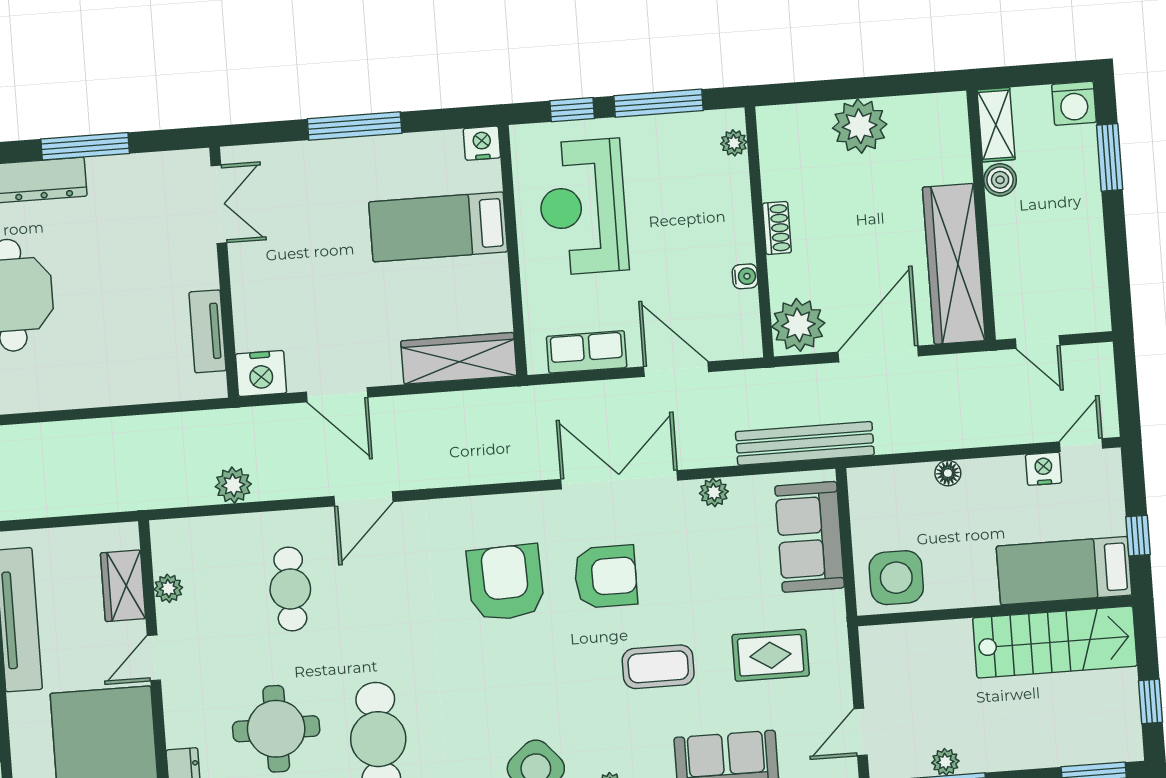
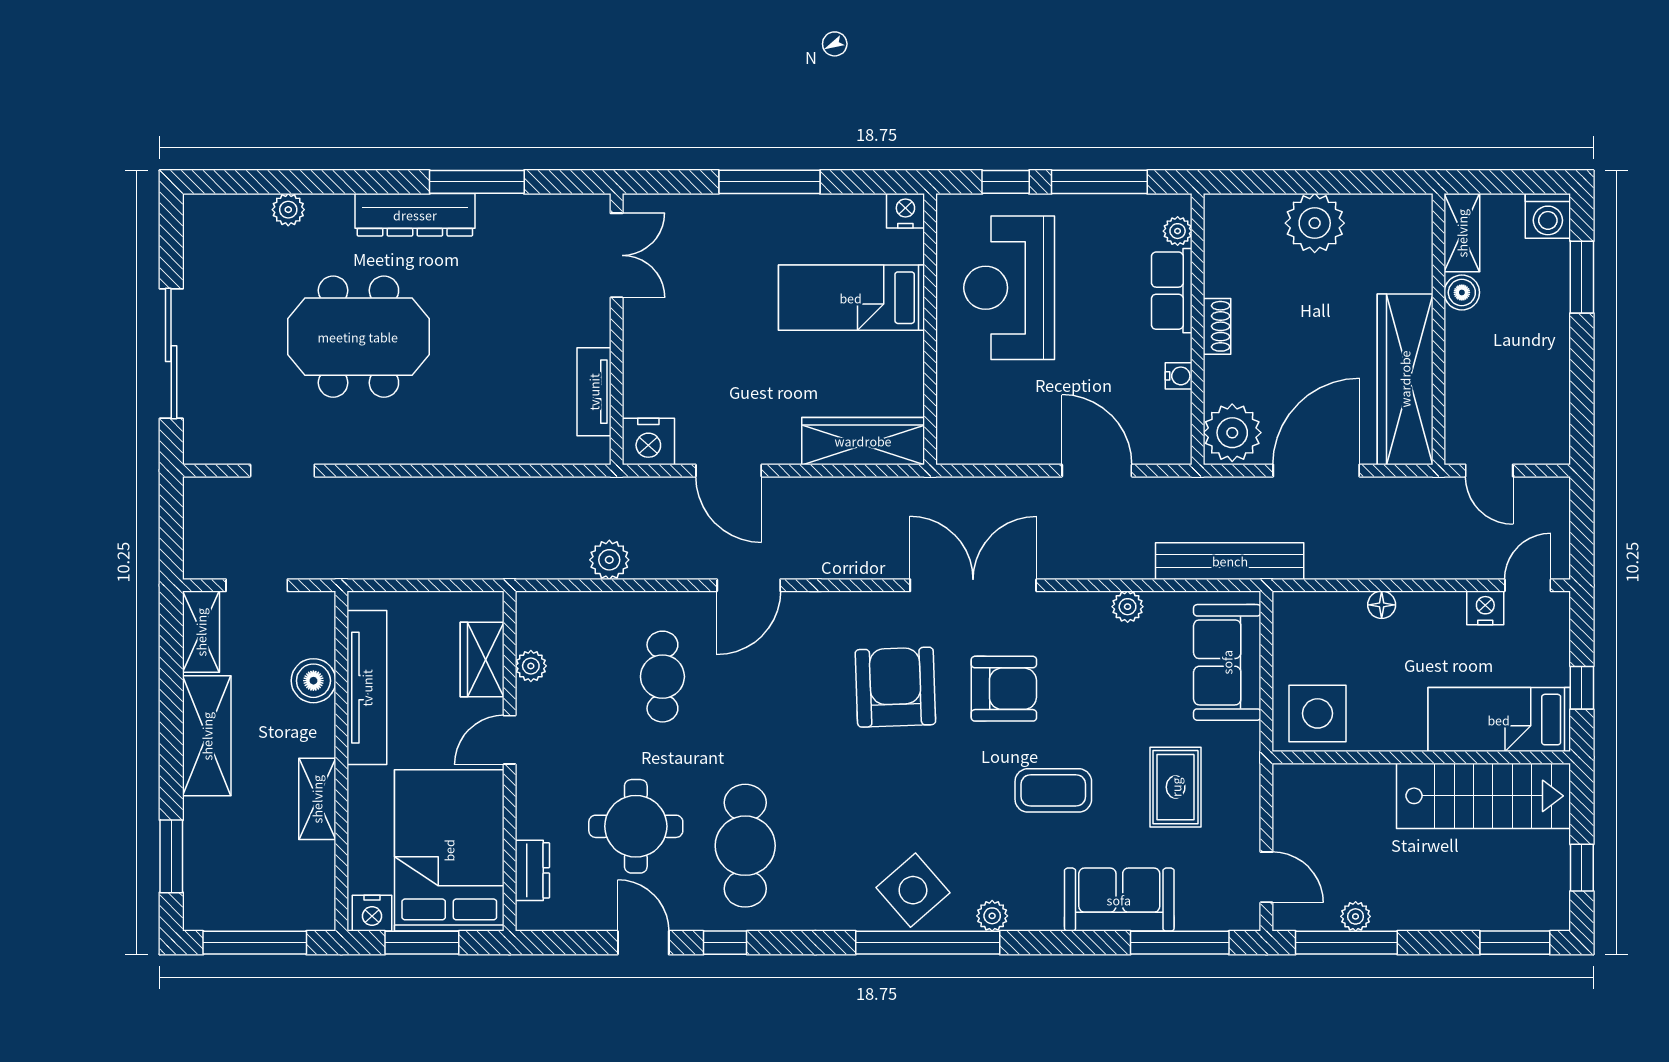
row of seats: (587, 352) -> (1172, 291), moved, turned -90
double door: (619, 480) -> (973, 585), moved
rug: (771, 655) -> (1176, 787), turned 90
door: (861, 732) -> (1266, 877), swing flipped

